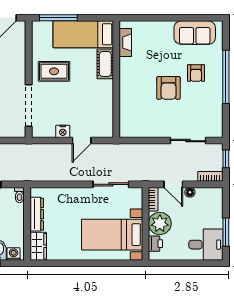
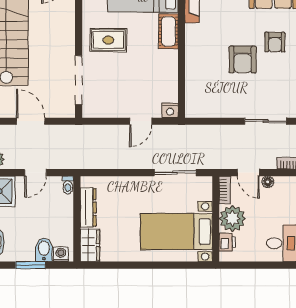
nightstand: (63, 131) -> (170, 110), moved

